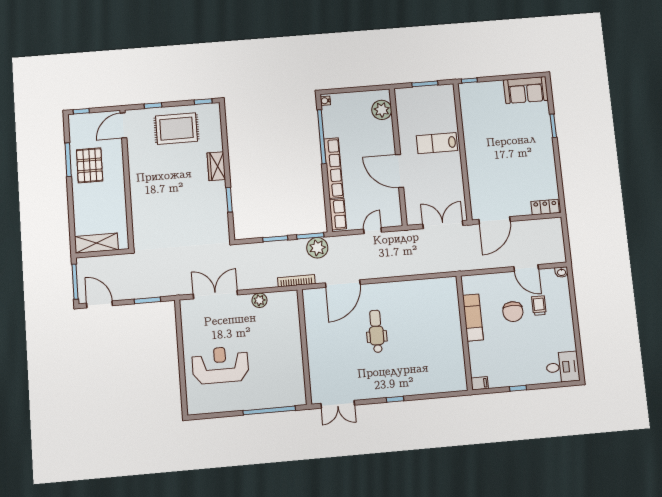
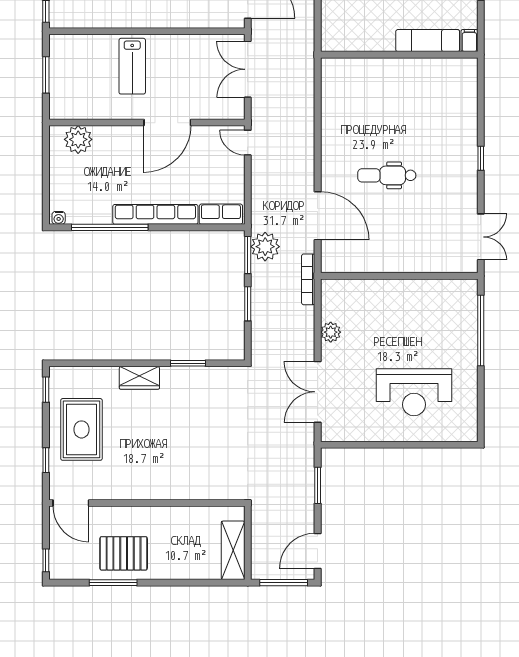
door: (373, 231) -> (248, 143), moved
exam couch: (473, 317) -> (428, 41), moved
reception desk: (220, 365) -> (414, 392), turned -90

